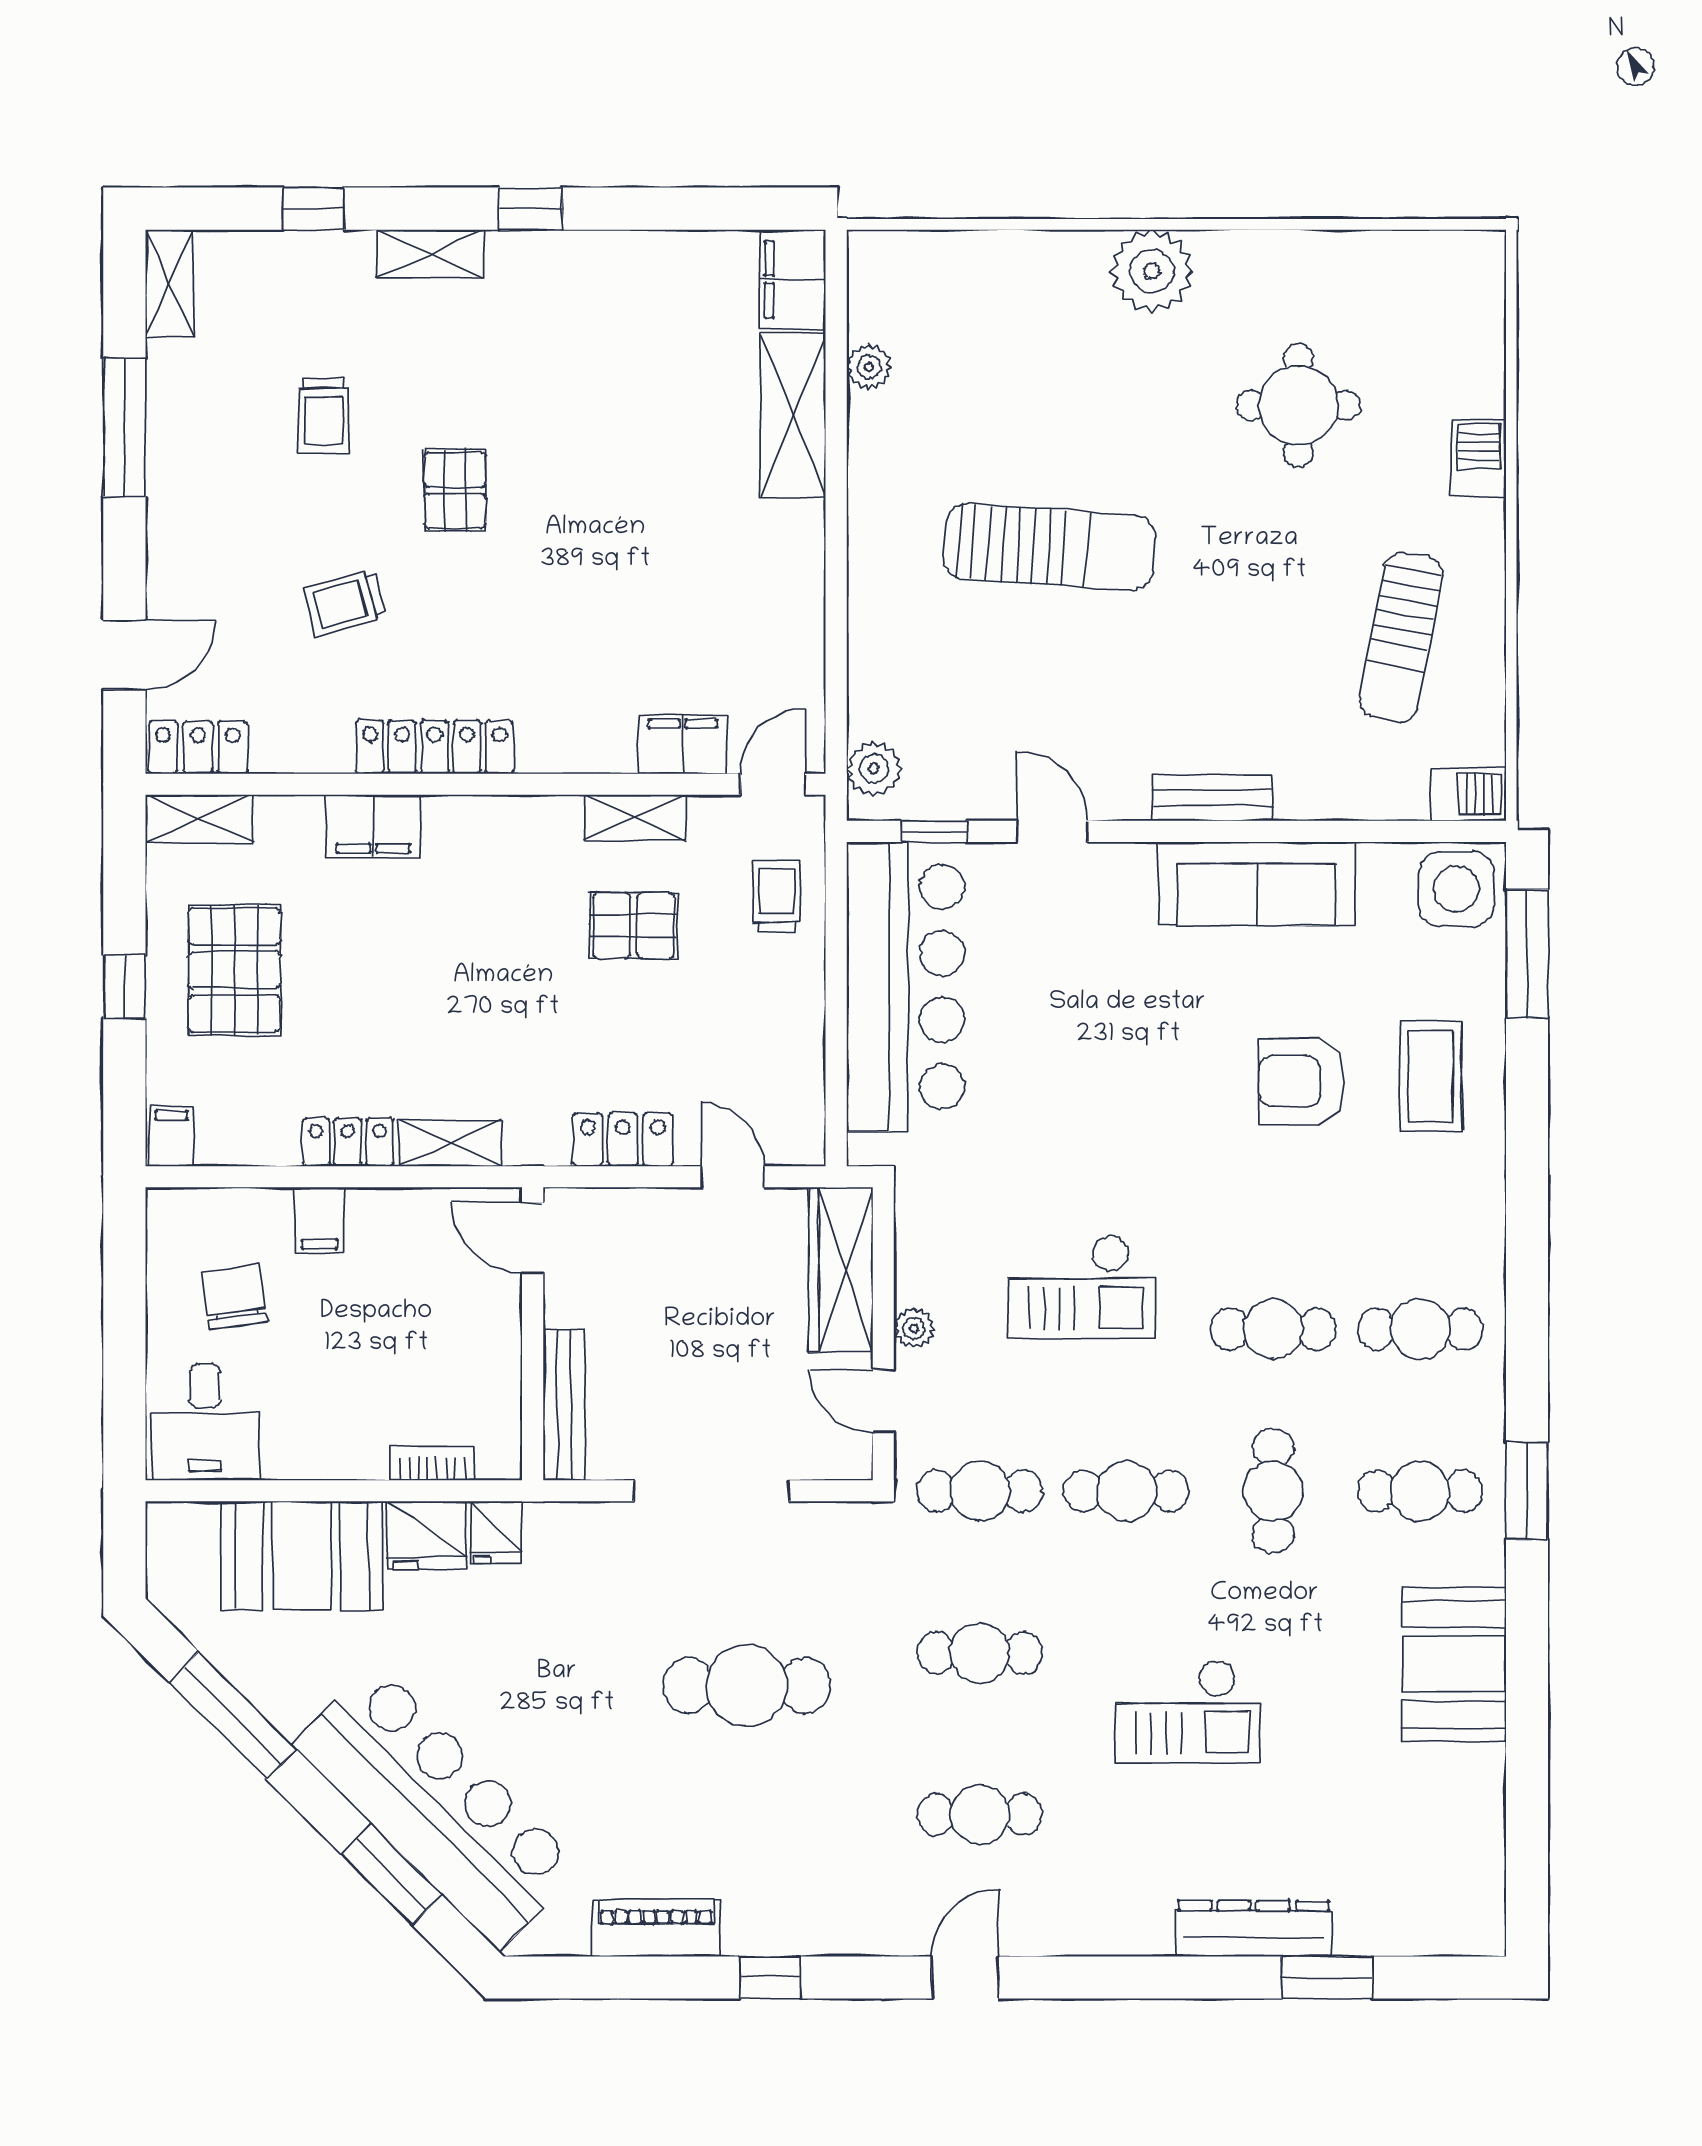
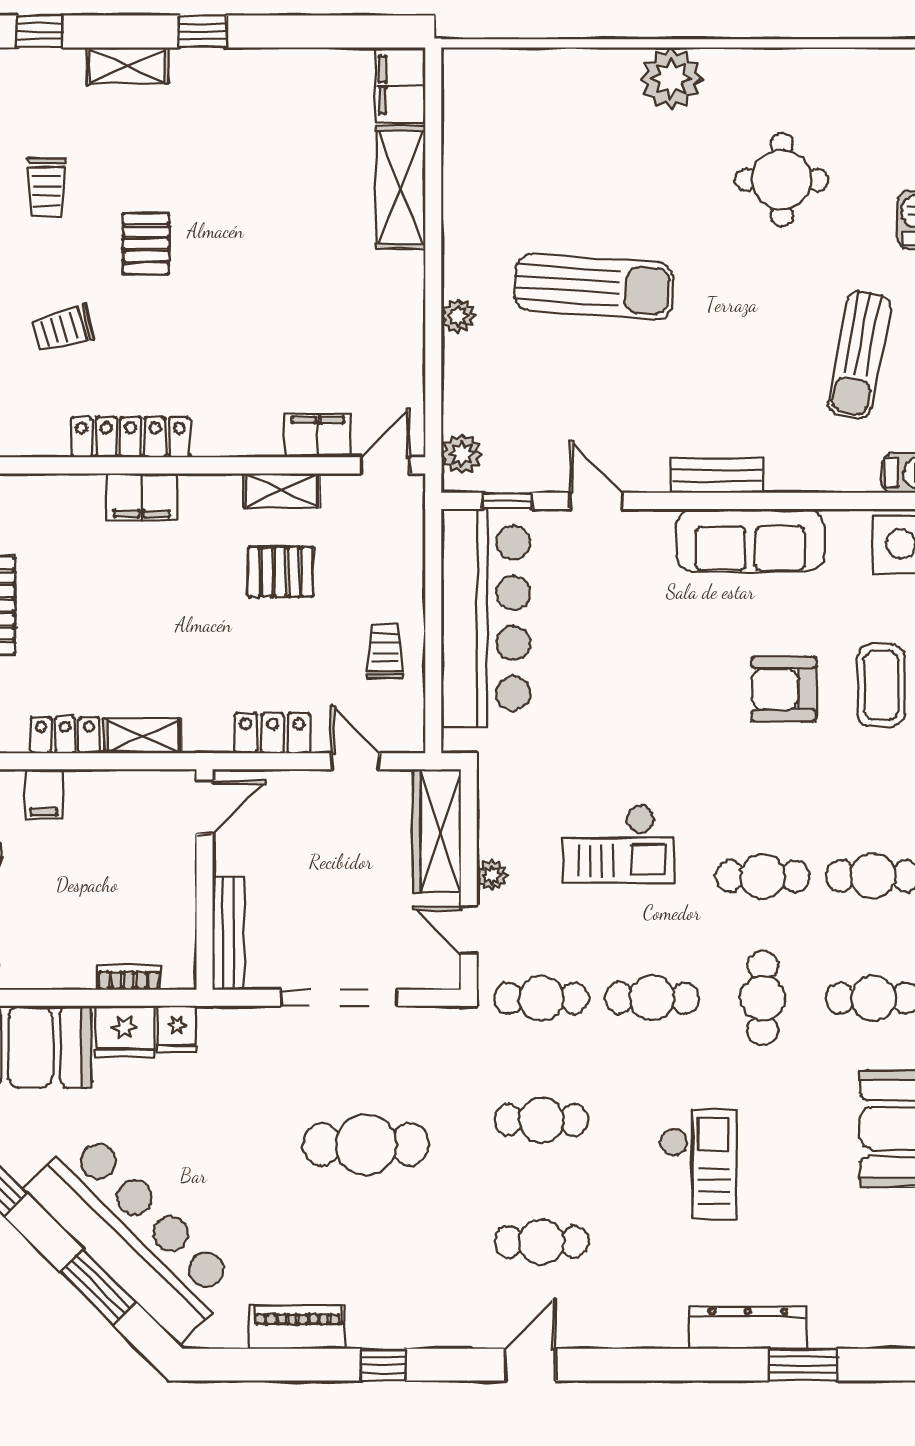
plant: (869, 367) -> (458, 316), moved
filing cabinet: (373, 826) -> (142, 497), moved
trolley: (777, 896) -> (385, 651), moved
door: (533, 1238) -> (204, 807), swing flipped
checkout: (1188, 1712) -> (698, 1164), turned -90

